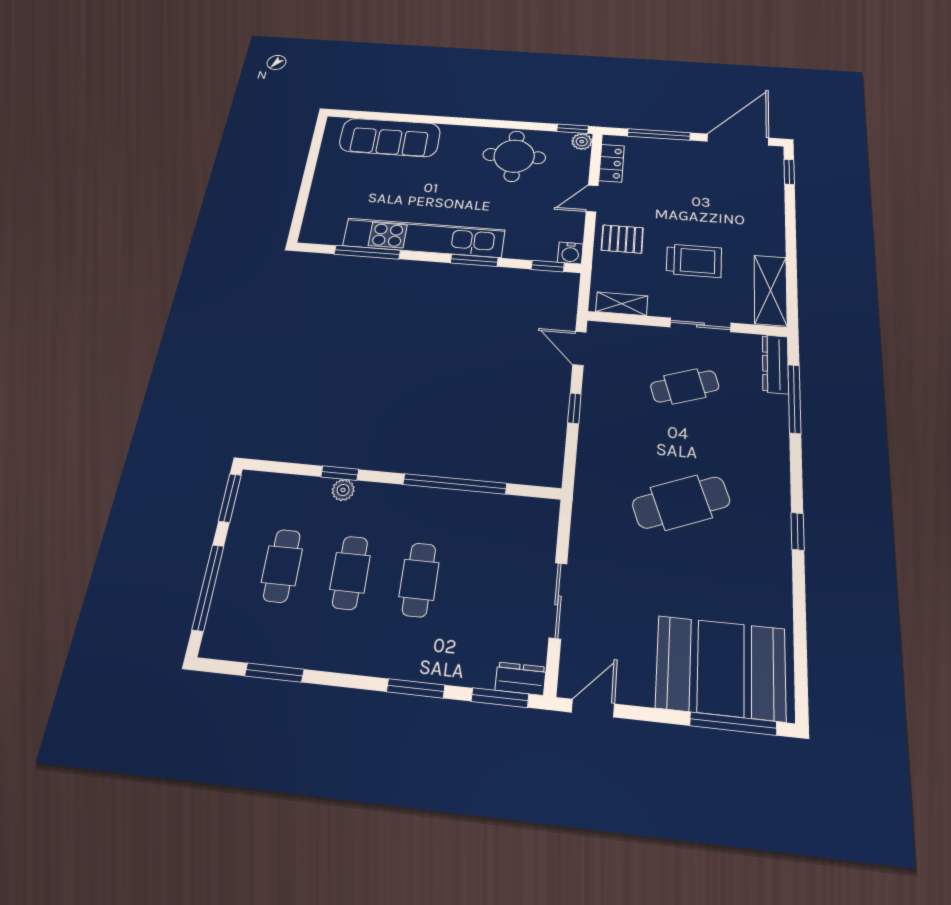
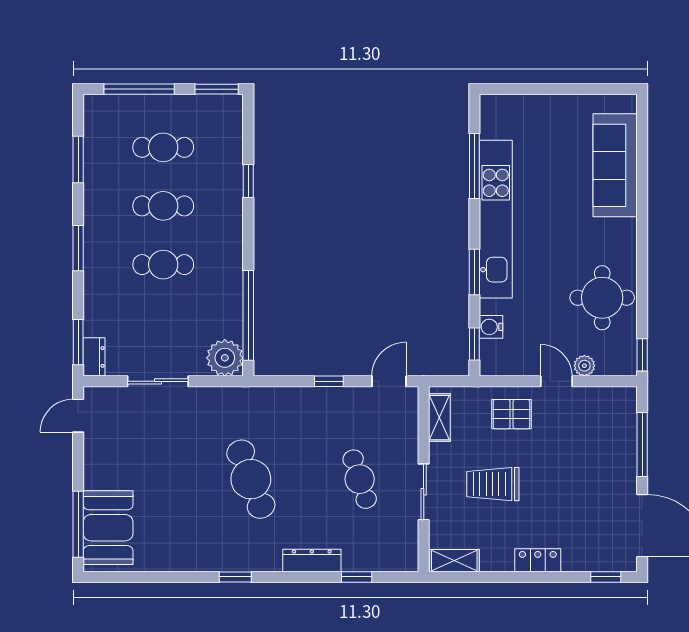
plant: (582, 142) -> (584, 366), moved
locker: (612, 163) -> (538, 560), moved, turned 180
pallet: (622, 239) -> (511, 414), turned 90
water cooler: (570, 253) -> (491, 327), moved
trolley: (694, 261) -> (493, 484), turned 90
shelving: (770, 290) -> (454, 561), width x0.67, depth x0.75
dresser: (775, 364) -> (312, 560), moved
window: (794, 399) -> (357, 577), width x0.46
window: (455, 484) -> (248, 315), moved
plant: (343, 490) -> (225, 358), moved, width x1.88, depth x1.88
booth: (721, 668) -> (108, 528), width x0.73, depth x0.70
window: (416, 688) -> (78, 248), moved
door: (593, 708) -> (78, 416), swing flipped

